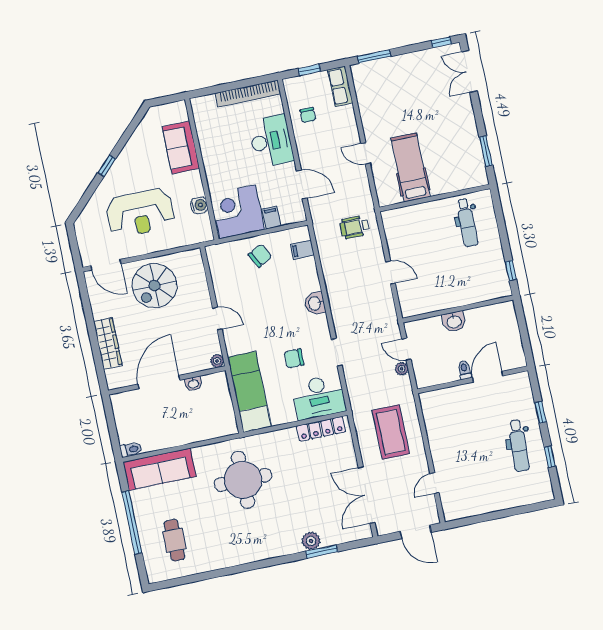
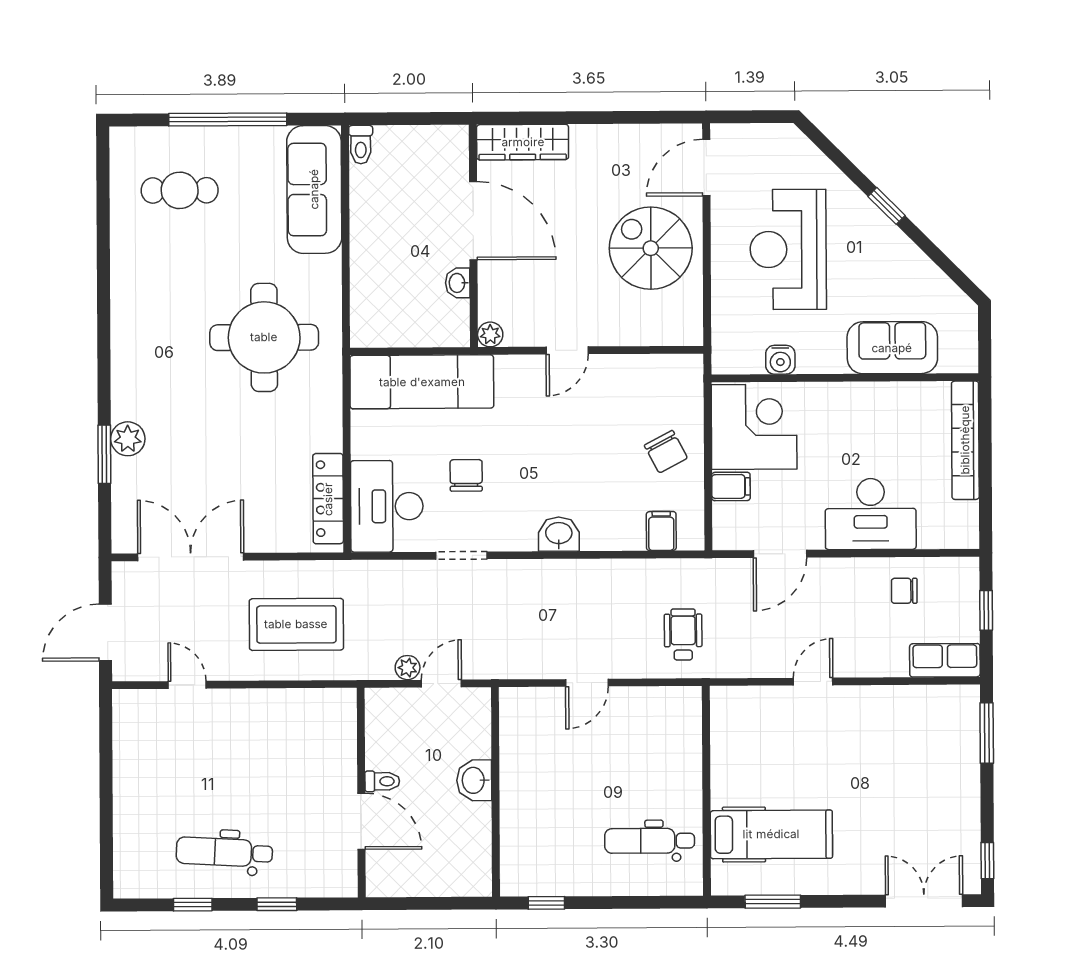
bookcase: (248, 94) -> (965, 440), moved
hospital bed: (410, 167) -> (771, 834), moved
wardrobe: (108, 343) -> (523, 142), moved

